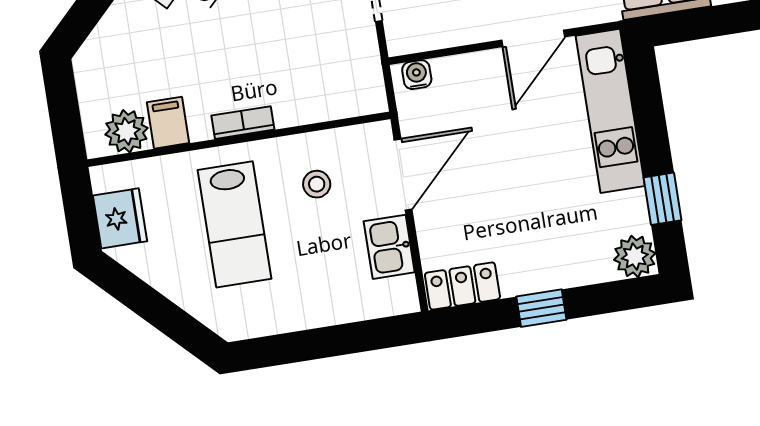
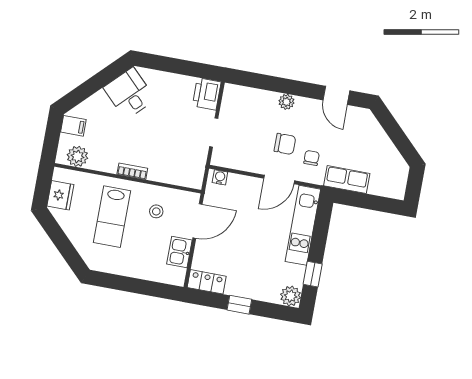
filing cabinet: (168, 123) -> (73, 126), moved, turned 90

